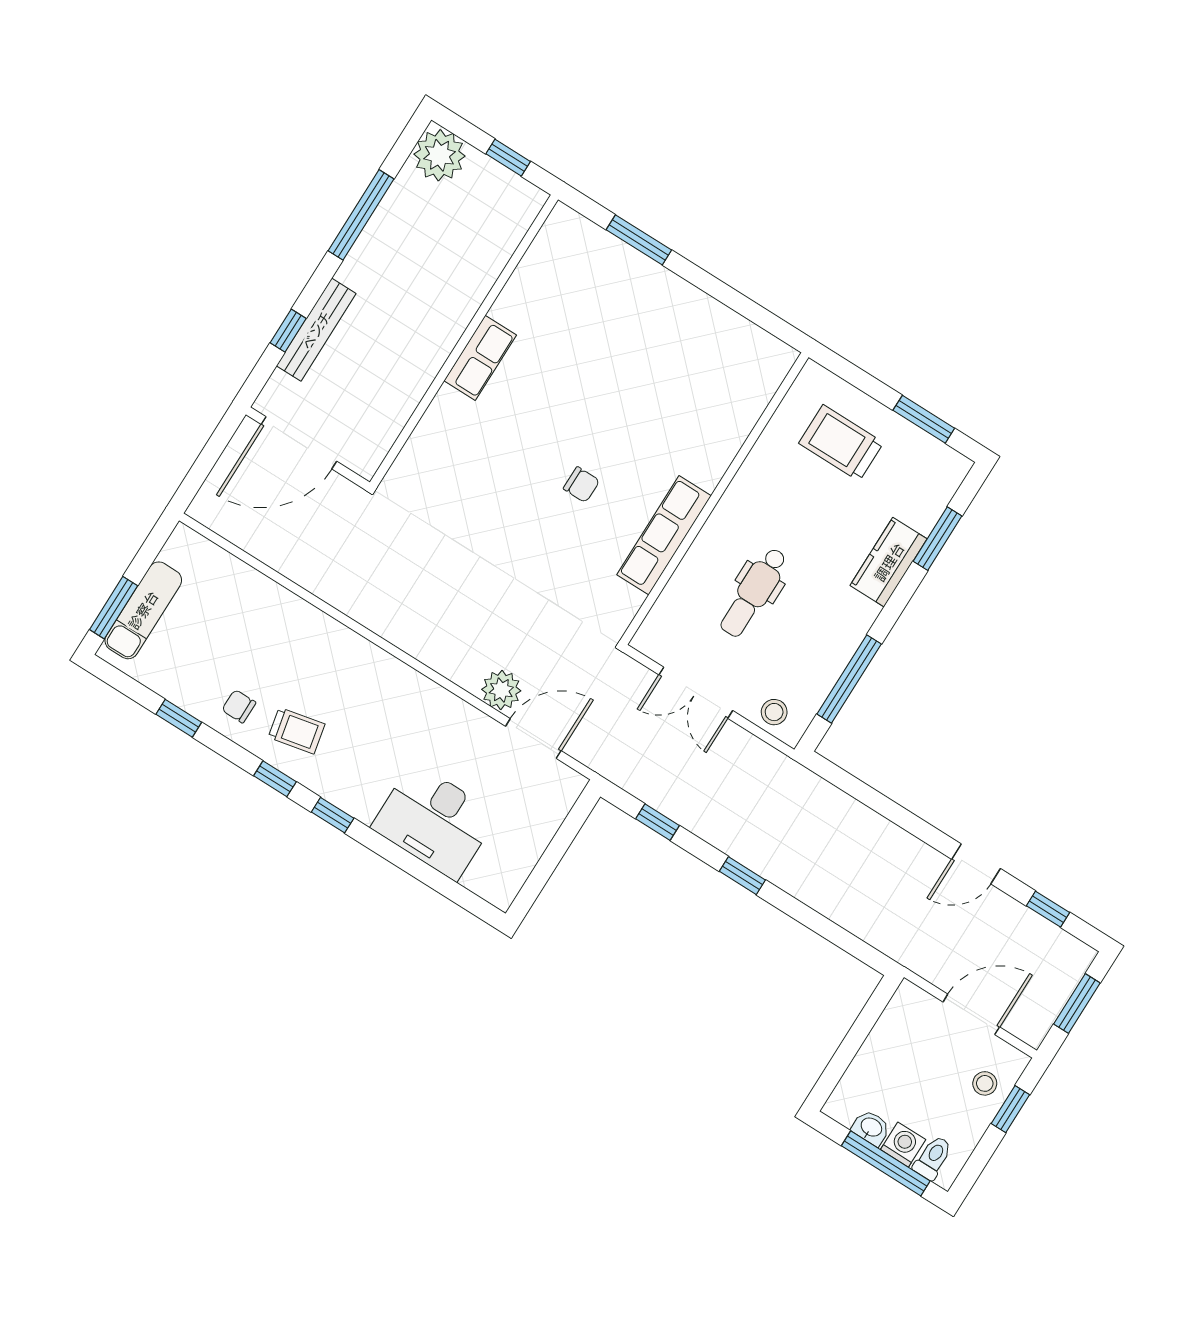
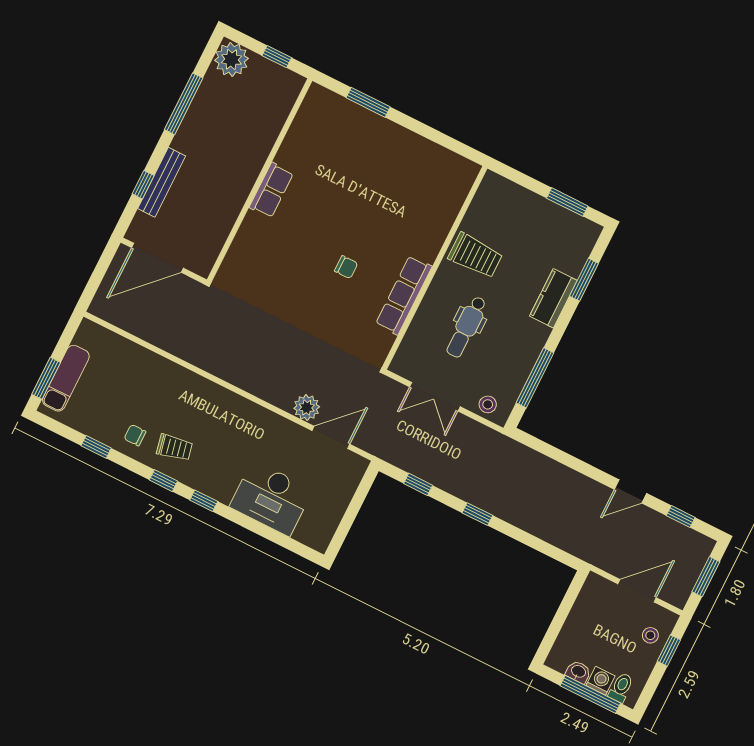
trolley: (841, 443) -> (475, 256), moved, turned 180

